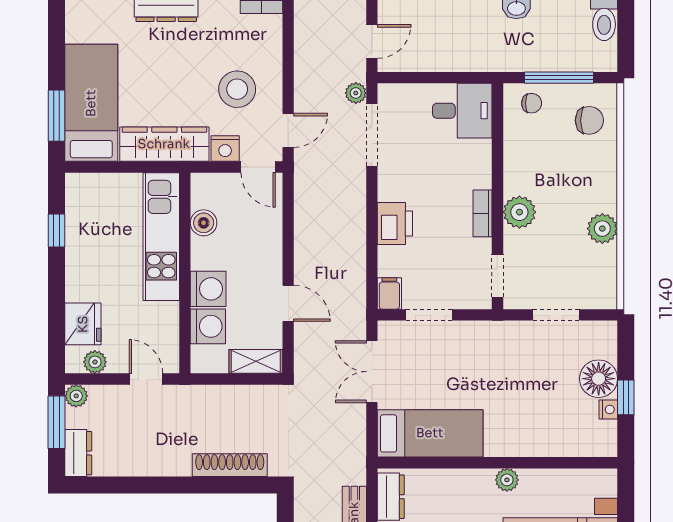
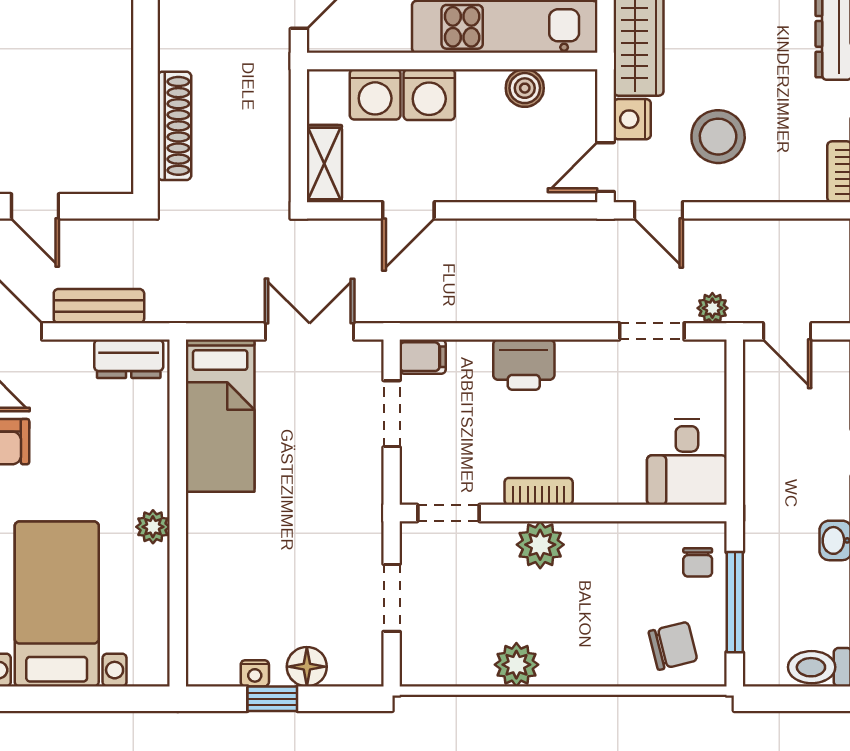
chair: (589, 120) -> (673, 646), turned -104
doorway: (372, 135) -> (652, 331), width x0.73
floor lamp: (599, 379) -> (307, 667), width x0.73, depth x0.73

